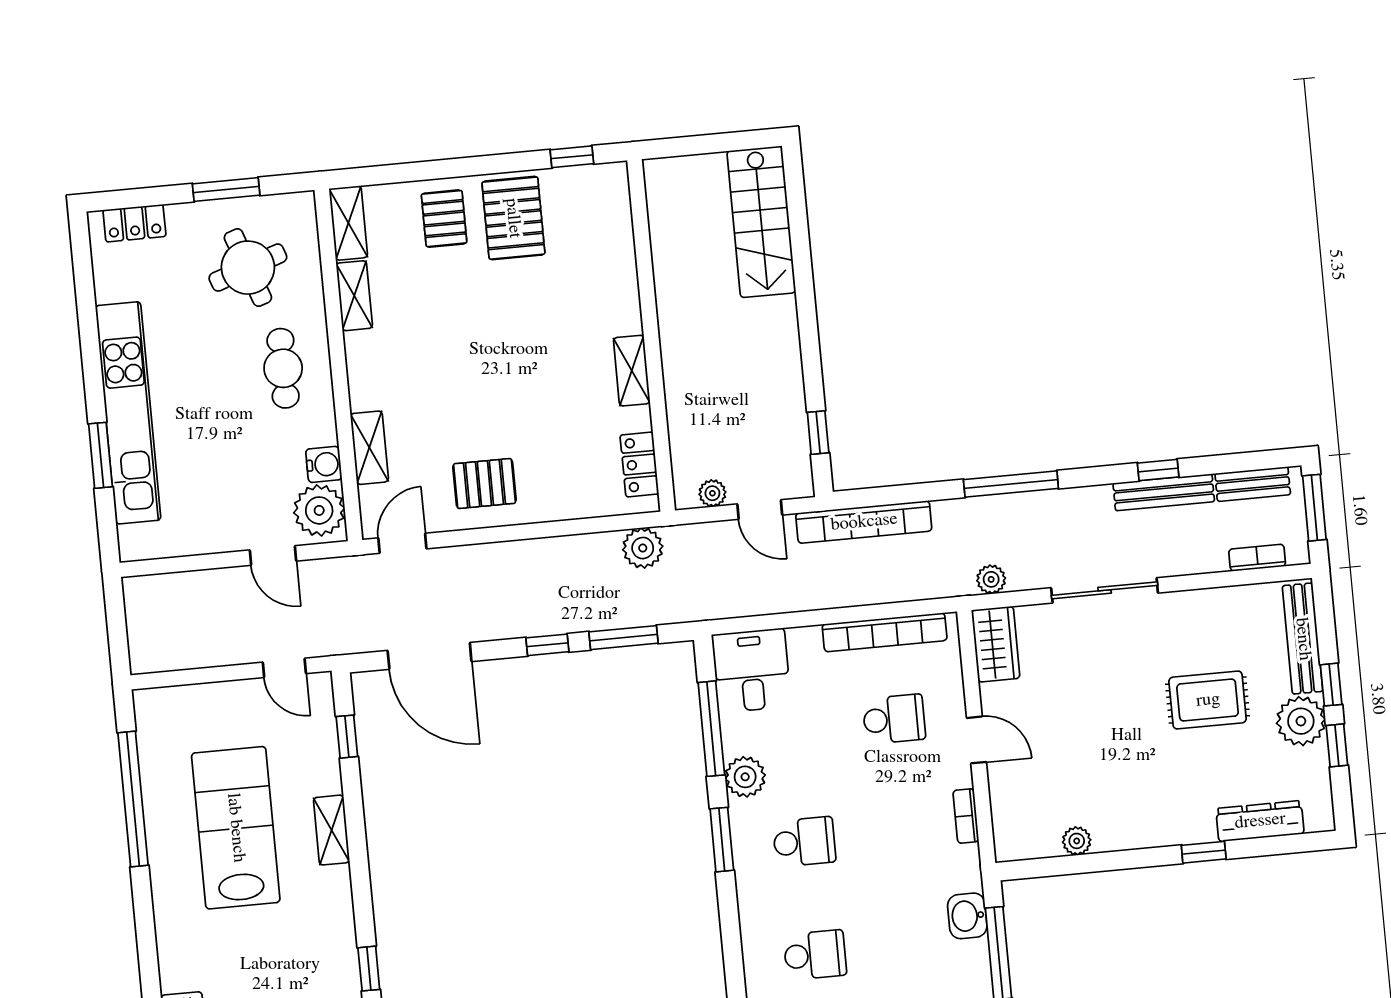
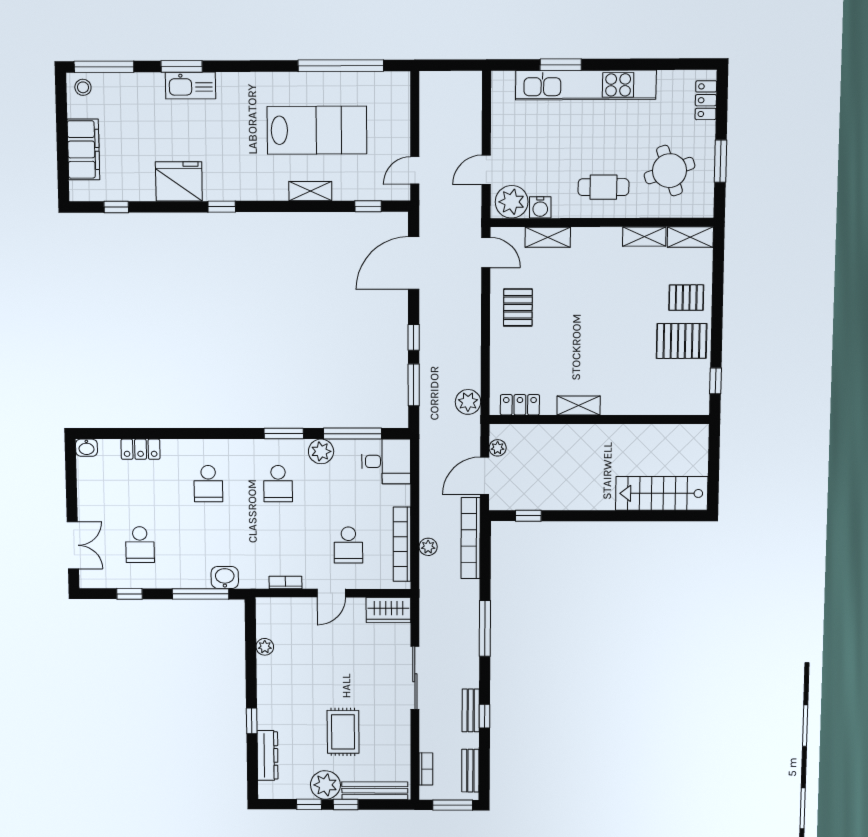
bench: (1164, 492) -> (471, 710), width x0.73
door: (760, 509) -> (485, 476), width x1.38
plant: (991, 579) -> (428, 547), moved

